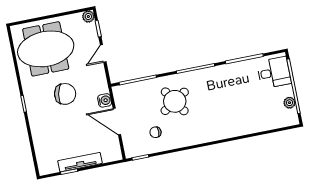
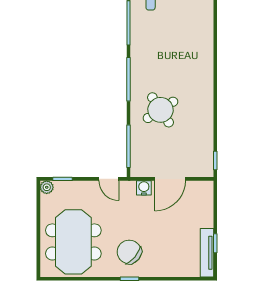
door: (103, 53) -> (109, 179), moved
chair: (65, 94) -> (129, 252), moved, turned -61
chair: (155, 132) -> (191, 138), removed
tv unit: (80, 162) -> (207, 253), moved

